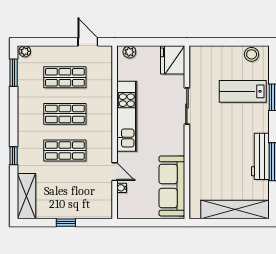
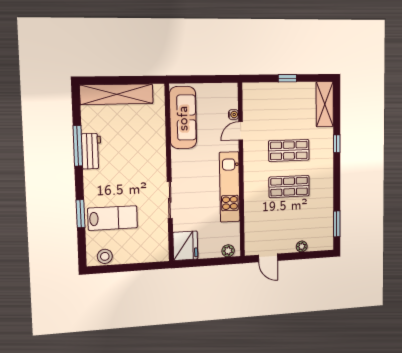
plant: (25, 51) -> (302, 246), moved
shop shelf: (65, 77) -> (289, 222), removed
workbench: (260, 156) -> (91, 151), width x0.73
door: (115, 172) -> (241, 131), hinge flipped

